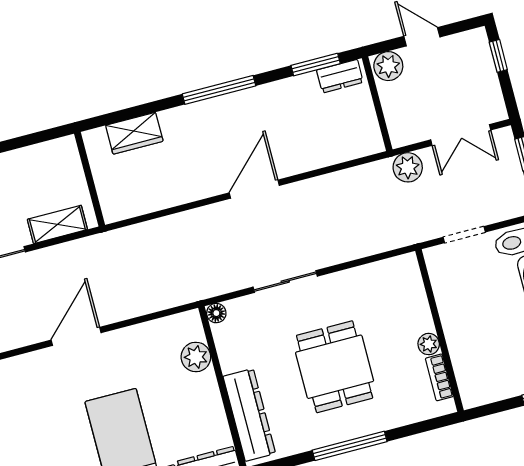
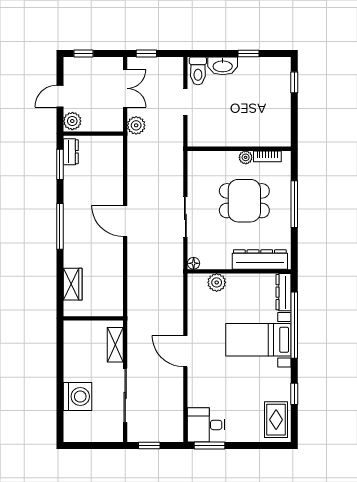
wall: (440, 331) -> (239, 149), moved
plant: (429, 344) -> (246, 157), moved
bookcase: (439, 377) -> (267, 156), moved

